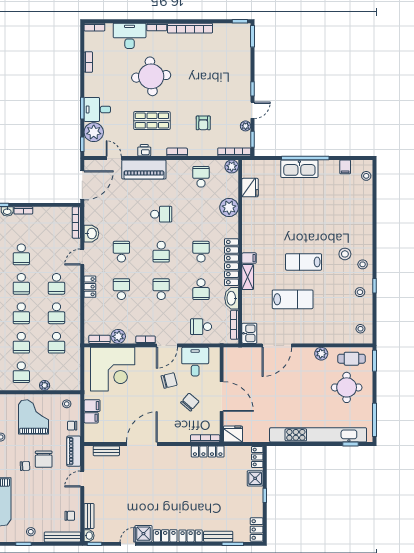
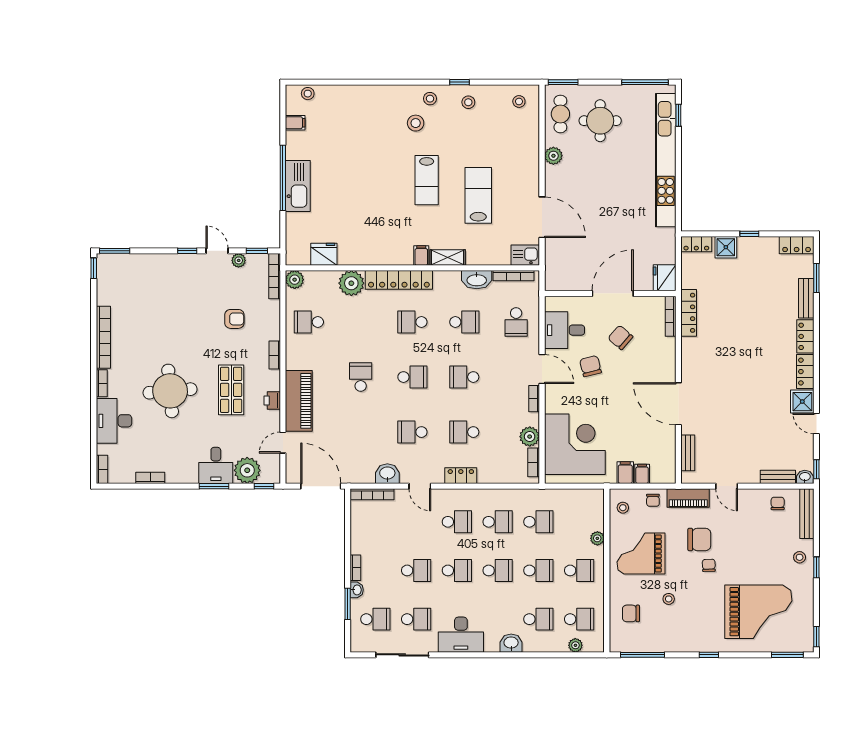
locker: (231, 262) -> (399, 280), moved

